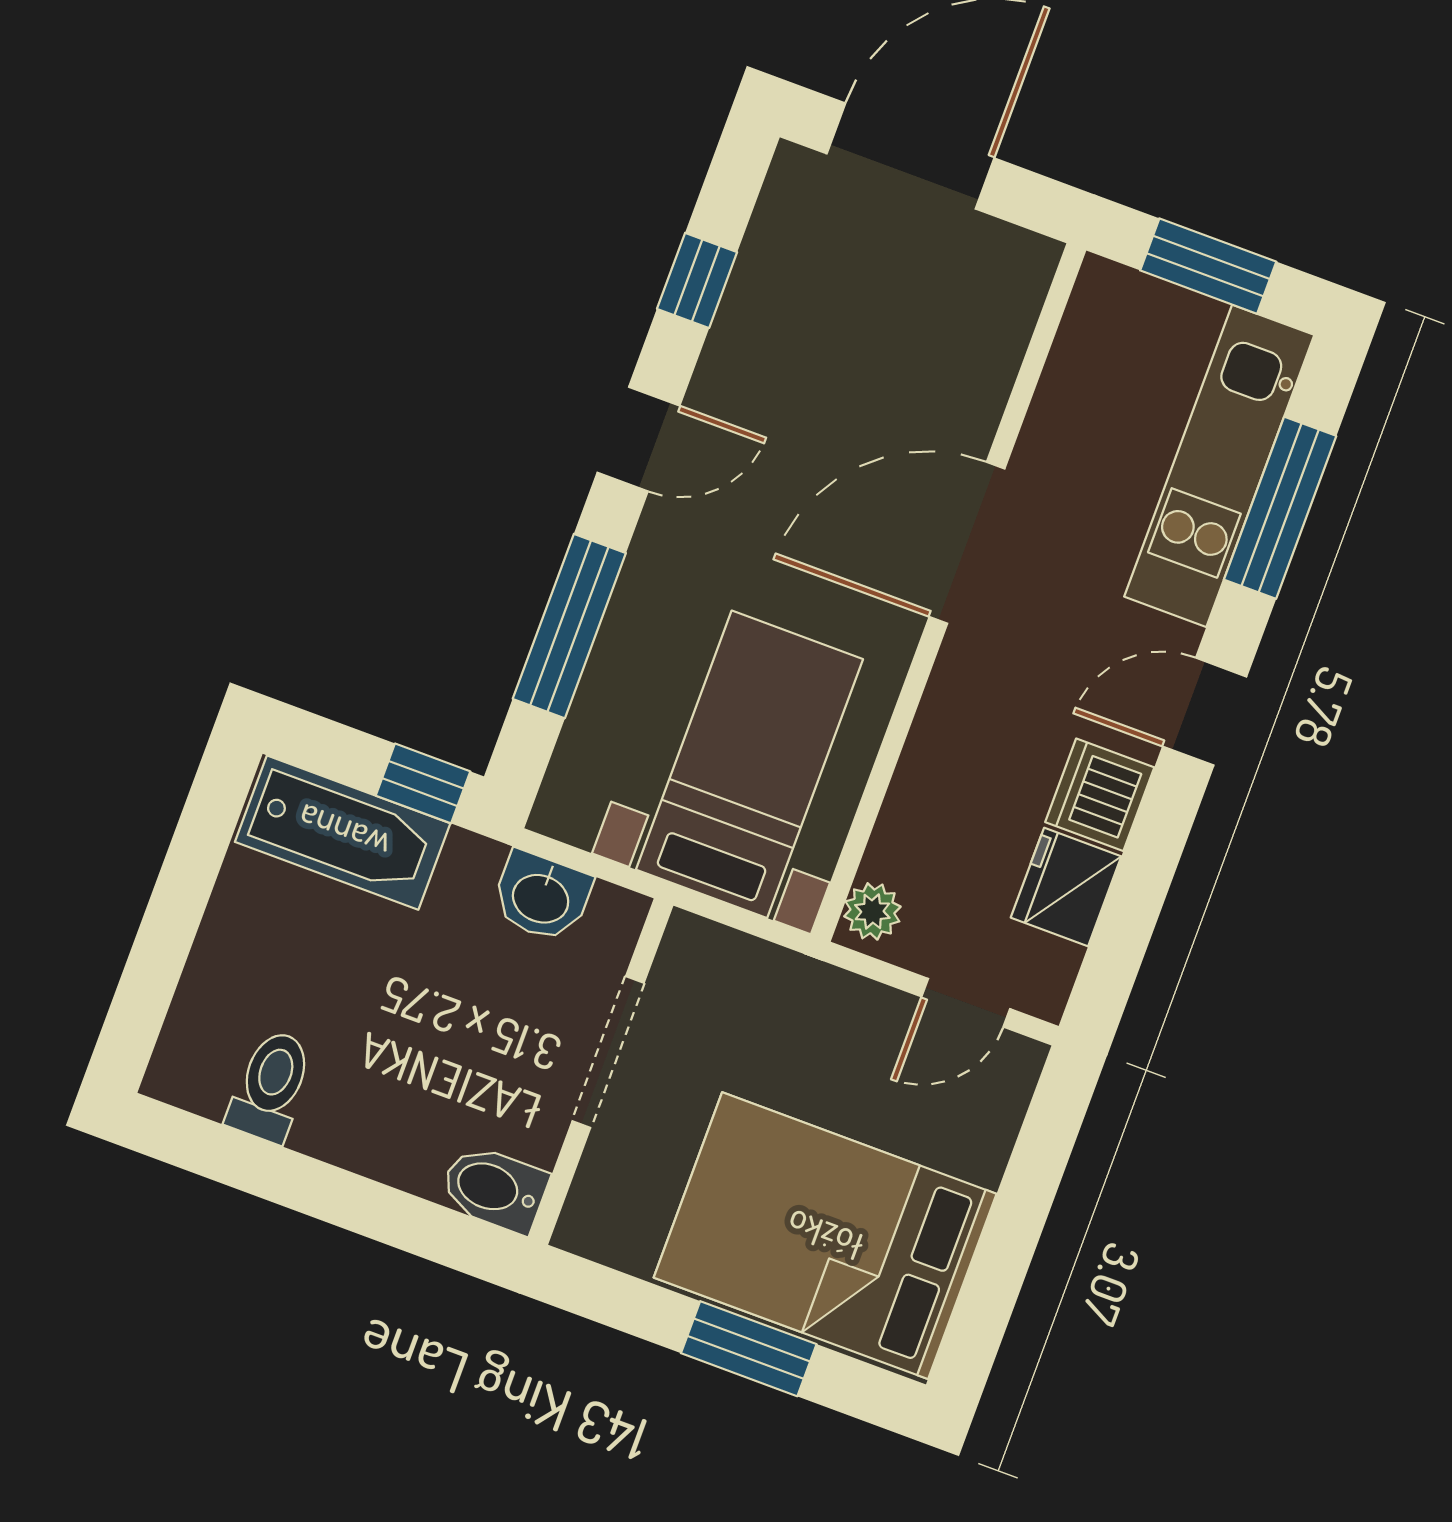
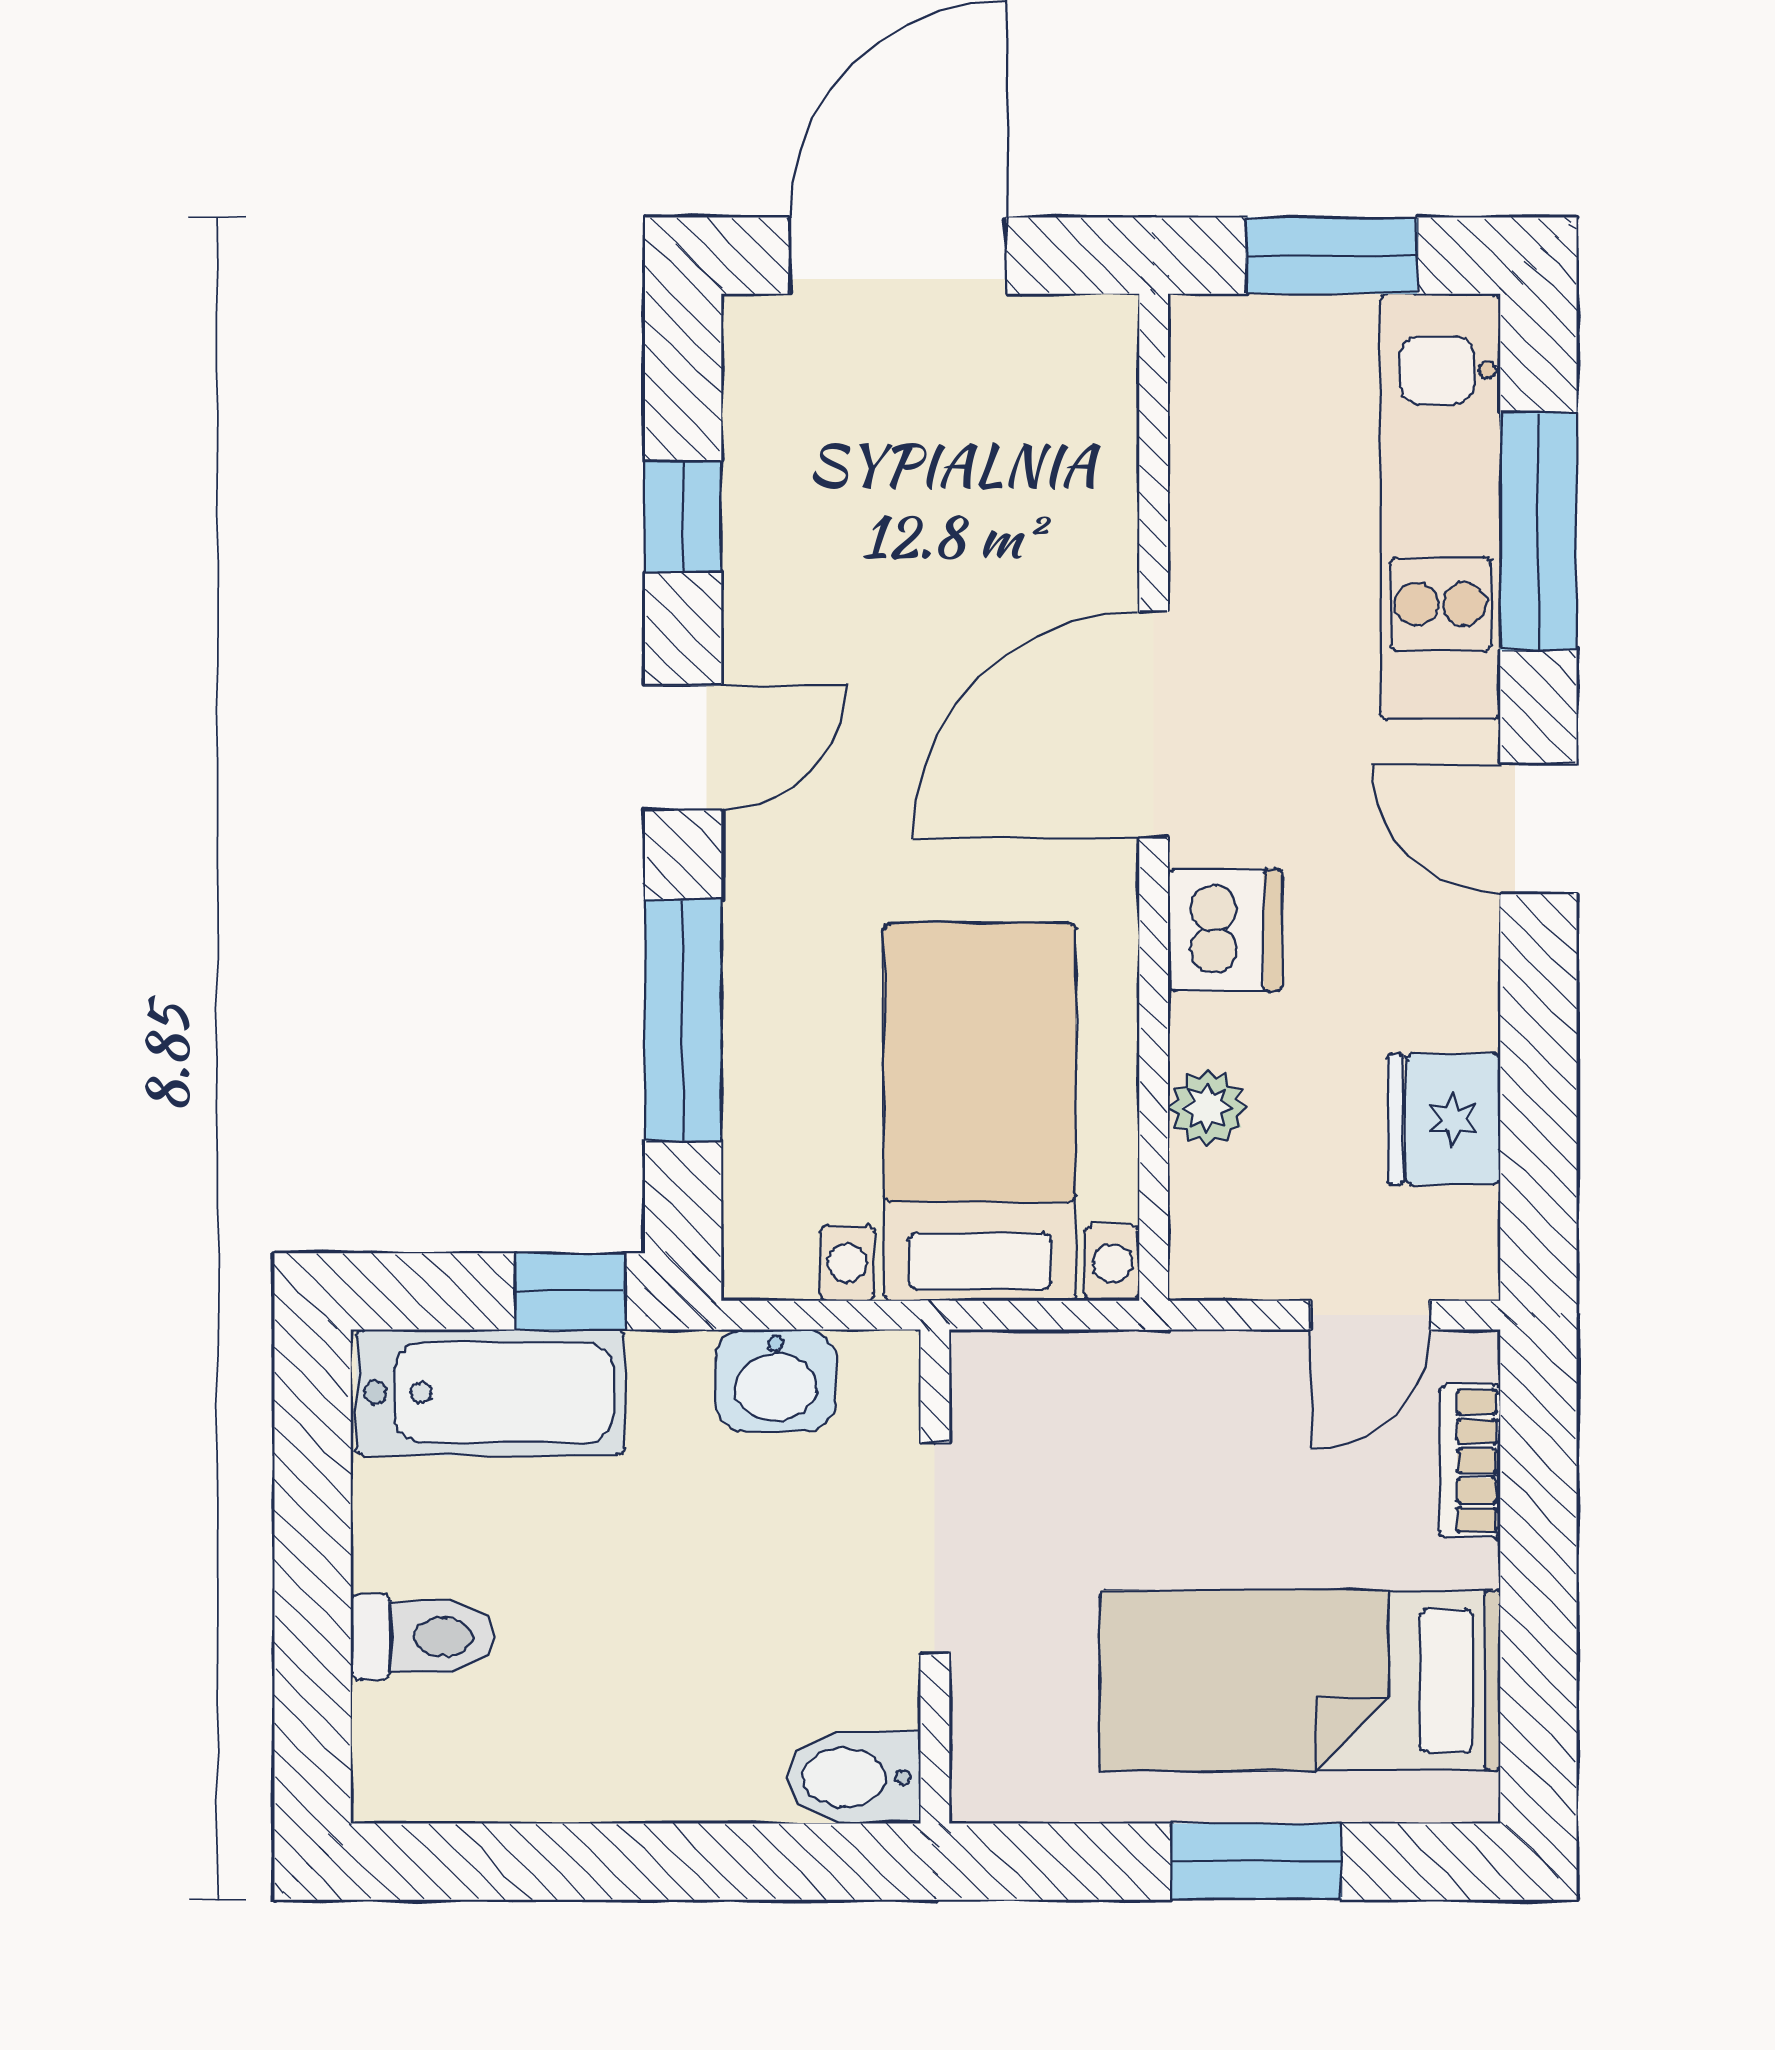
door: (1205, 712) -> (1538, 828), hinge flipped
dishwasher: (1100, 795) -> (1225, 930), moved, turned 180
plant: (872, 911) -> (1207, 1108), moved
toilet: (271, 1086) -> (423, 1637), moved, turned 90
bookcase: (997, 1128) -> (1470, 1461), added
bed: (825, 1236) -> (1300, 1680), width x0.67

